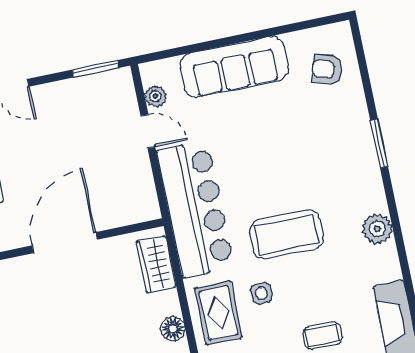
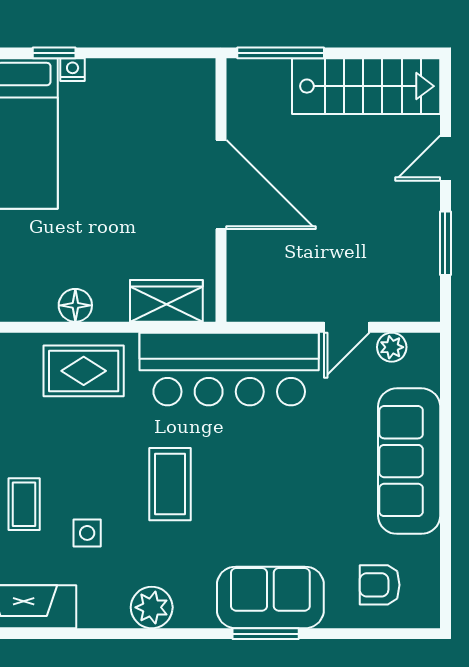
window: (96, 69) -> (445, 243), moved
armchair: (327, 69) -> (380, 585), turned -107
sofa: (352, 146) -> (270, 597), added
coffee table: (286, 234) -> (170, 484), width x0.73, depth x0.76
side table: (261, 293) -> (87, 533), moved

